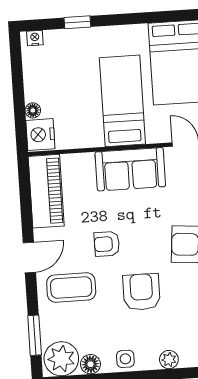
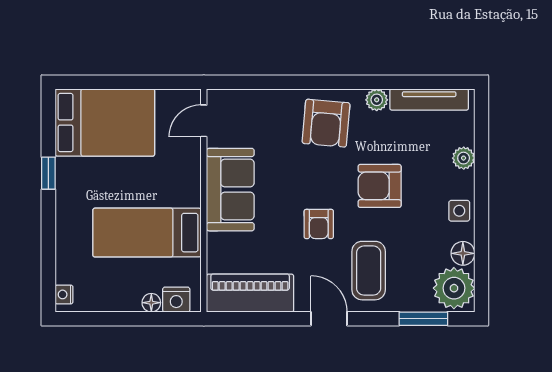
window: (77, 22) -> (48, 173), moved
bed: (122, 101) -> (147, 233), moved
nightstand: (40, 135) -> (176, 300), width x0.74, depth x0.75

